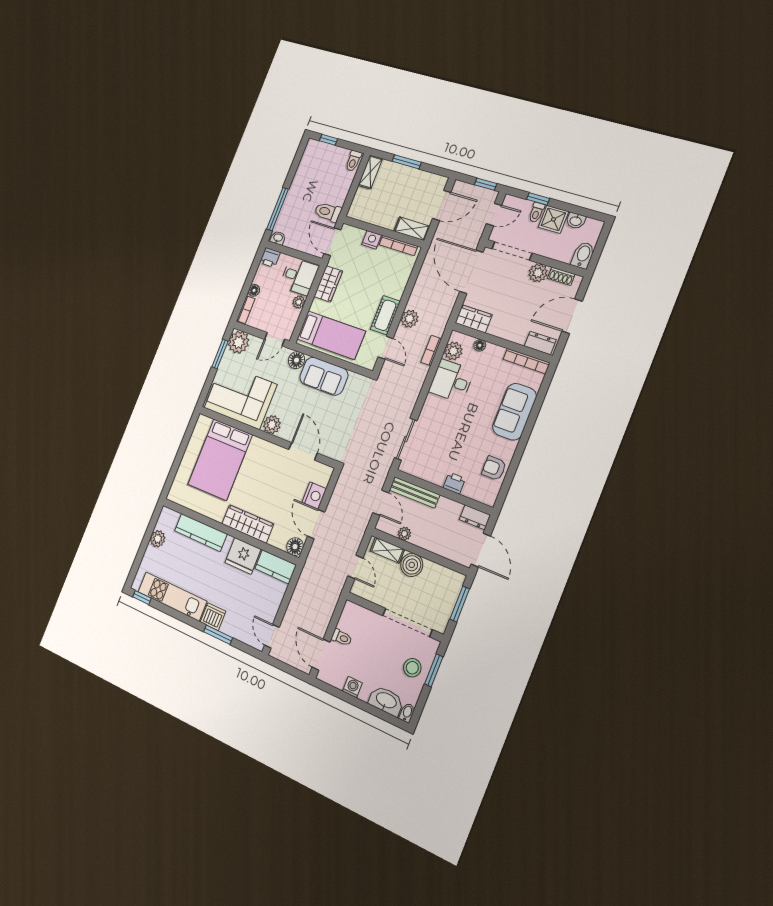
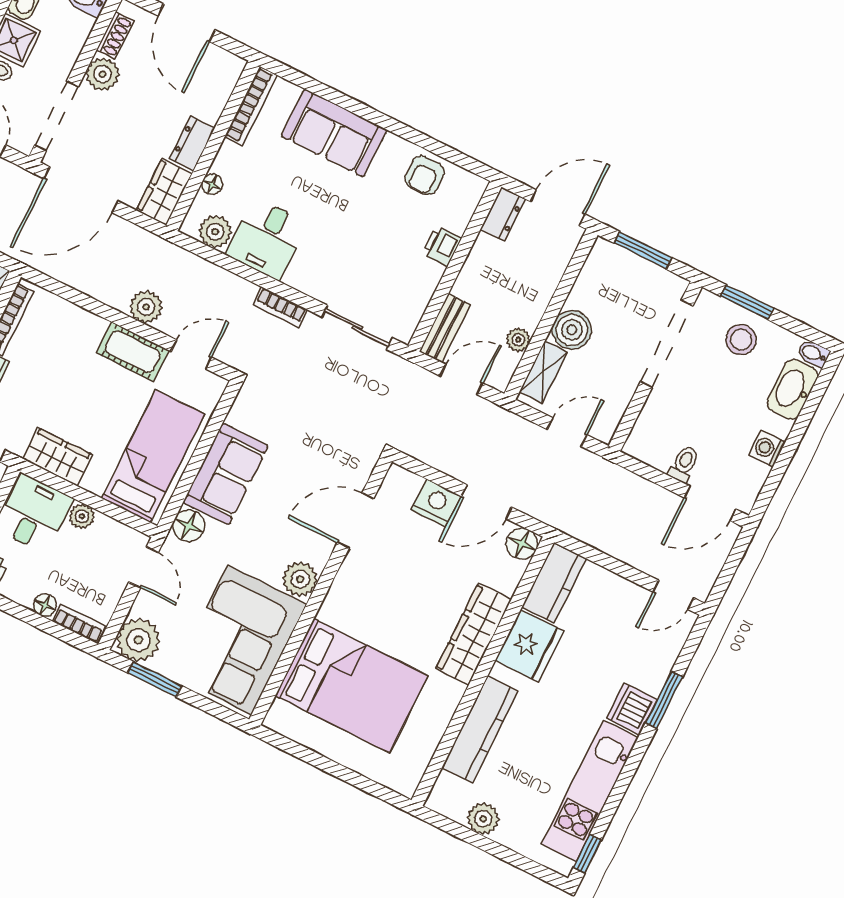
dresser: (540, 343) -> (192, 144), moved
bookcase: (431, 351) -> (280, 307), moved
bench: (414, 492) -> (445, 328), width x0.73

